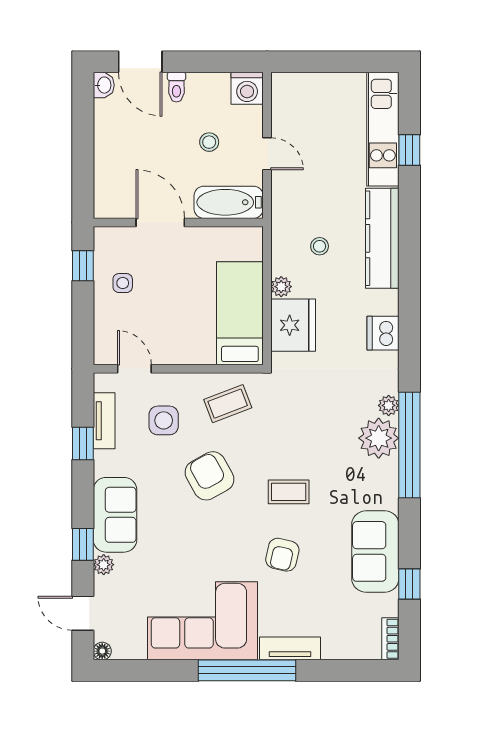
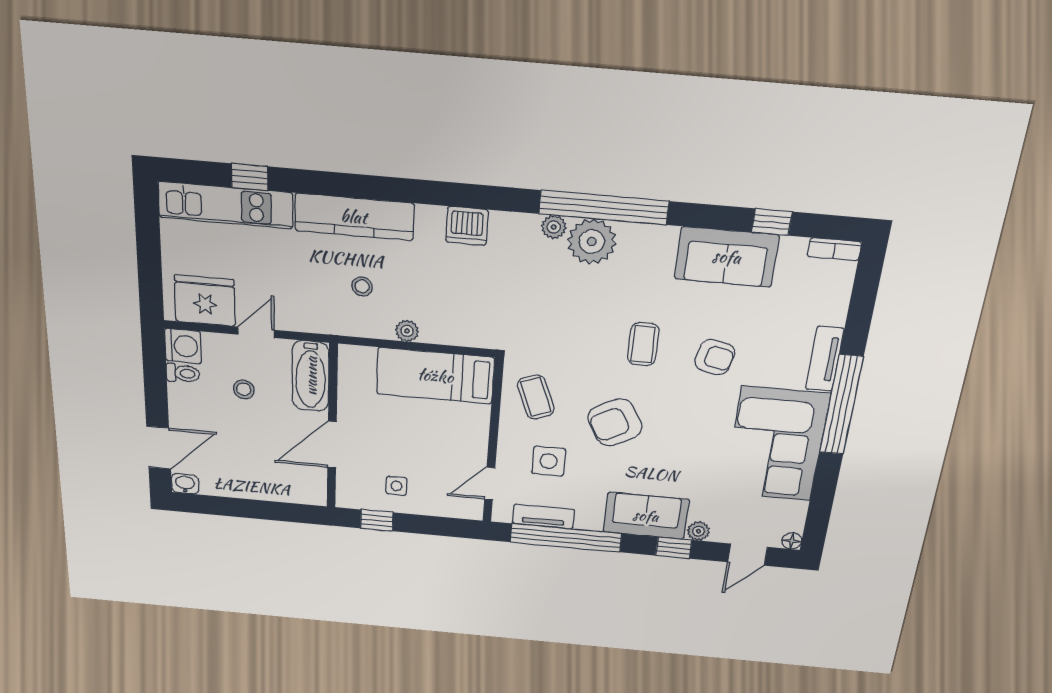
toilet: (176, 87) -> (183, 373), moved
fridge: (293, 325) -> (205, 301), moved
window: (83, 444) -> (566, 538), width x3.17

